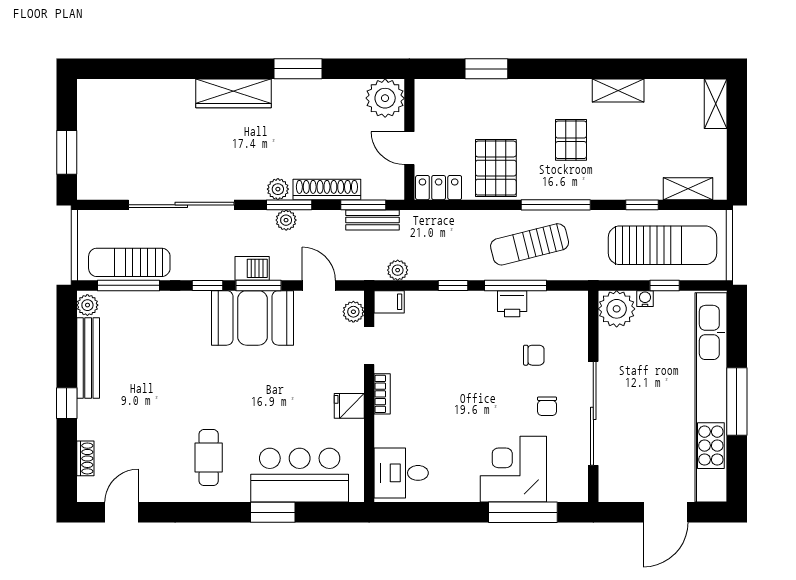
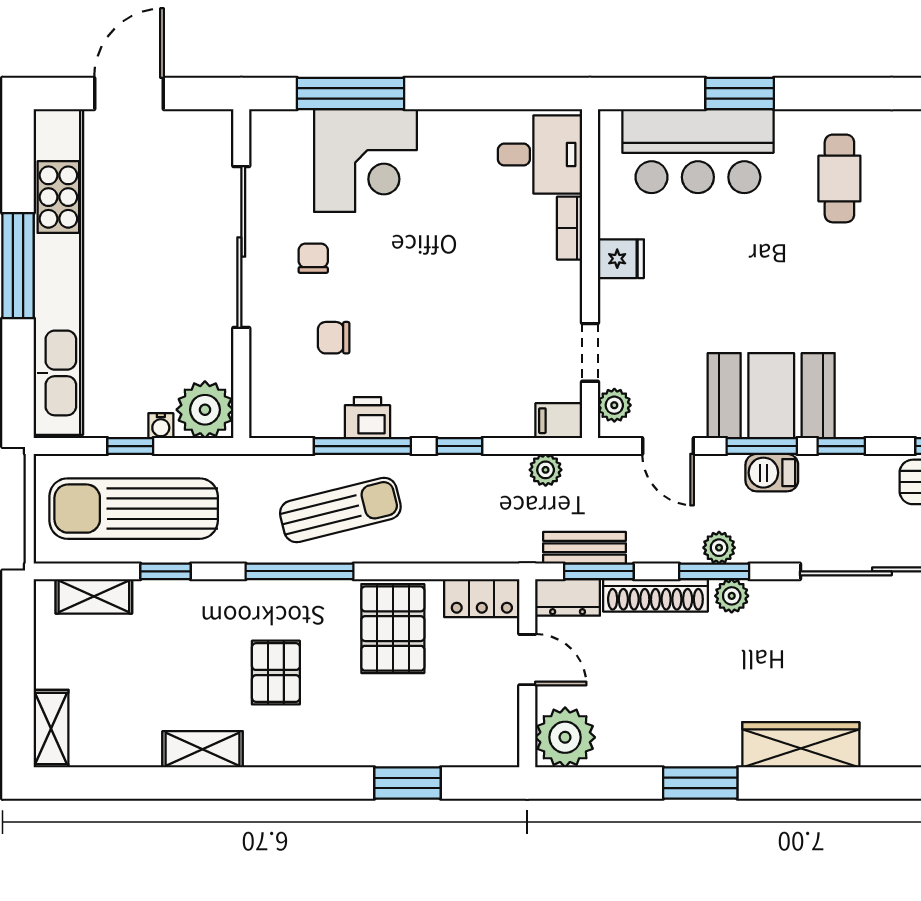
dresser: (383, 188) -> (568, 597), added
bookcase: (382, 394) -> (570, 228), moved

